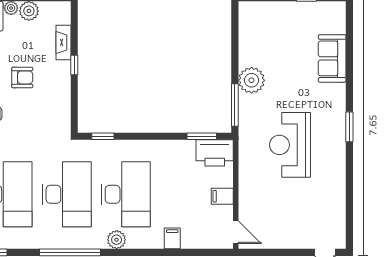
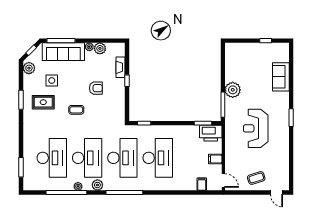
coffee table: (291, 228) -> (256, 178), added
filing cabinet: (172, 238) -> (202, 184), moved
plant: (117, 240) -> (97, 185), moved

